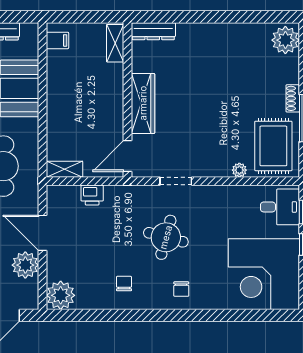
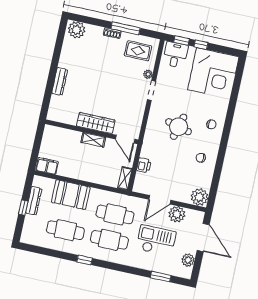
dresser: (153, 31) -> (60, 81), moved
filing cabinet: (57, 40) -> (47, 166), width x2.00
shelving: (115, 43) -> (93, 140), moved
rug: (273, 146) -> (138, 51), width x0.73, depth x0.70
doorway: (176, 181) -> (151, 90), moved

